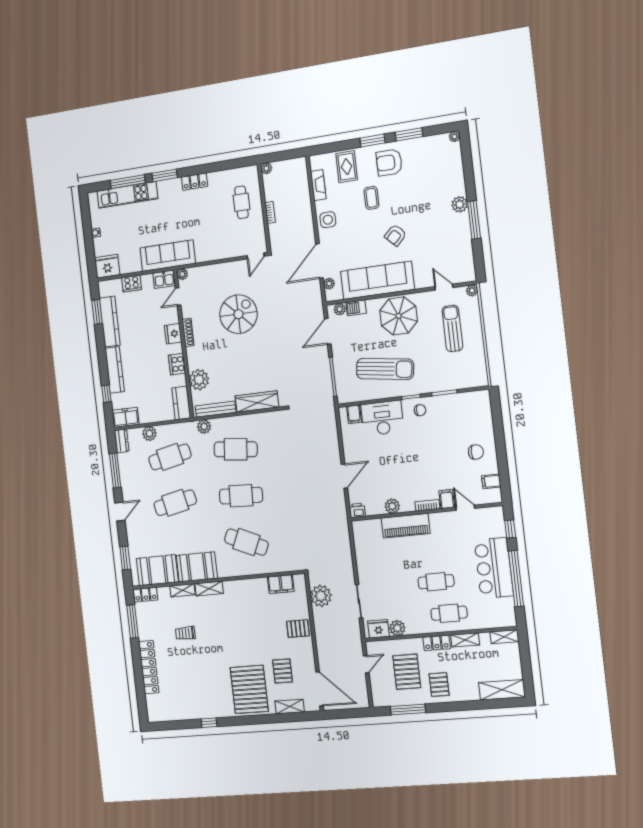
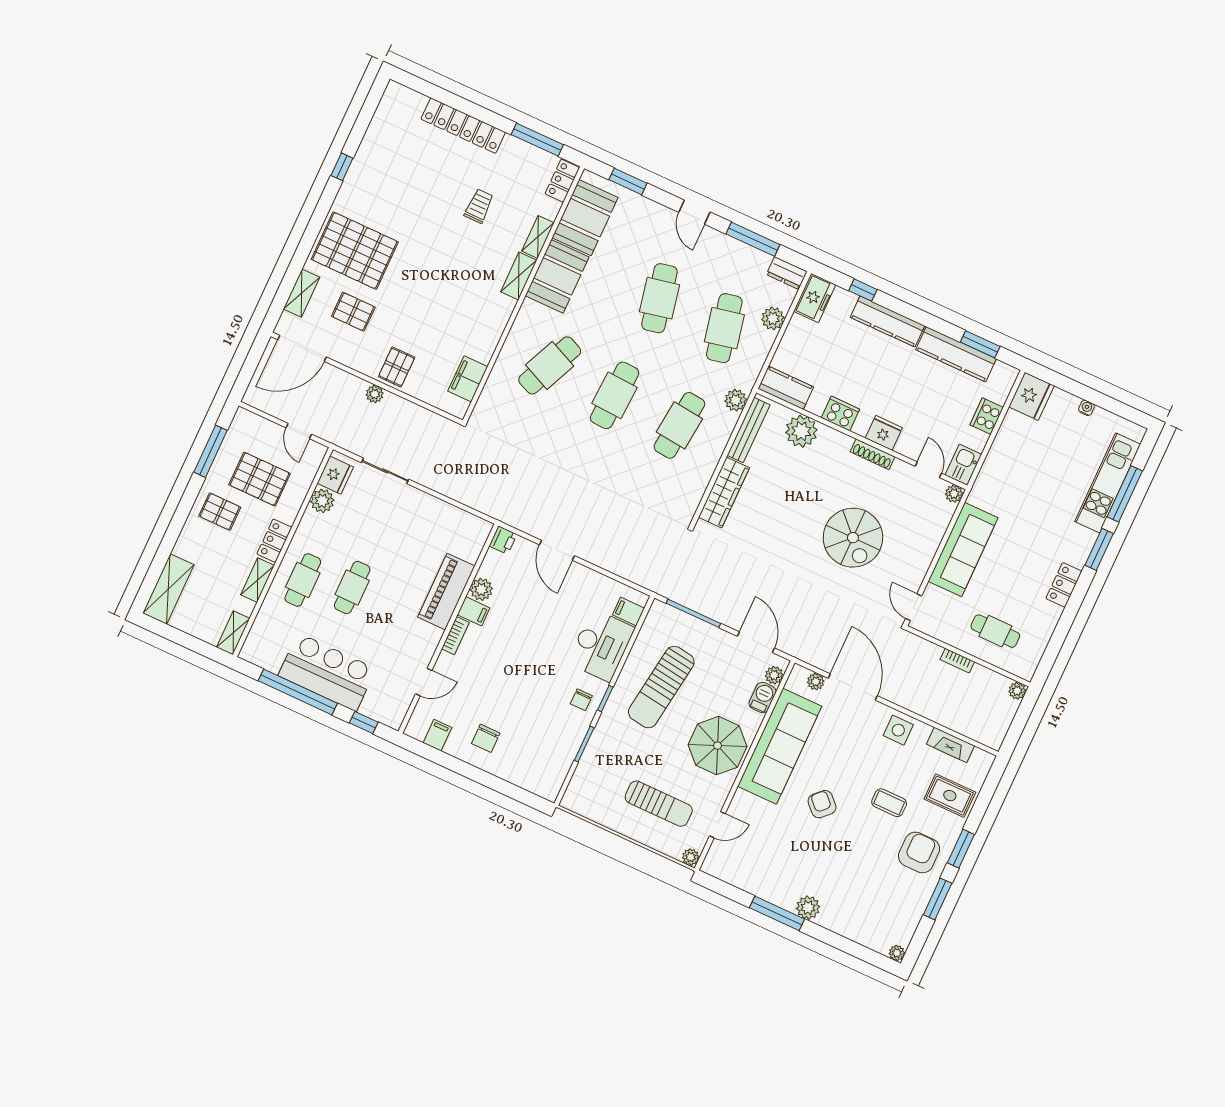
sofa: (168, 256) -> (963, 550), moved
filing cabinet: (447, 499) -> (474, 611), moved
plant: (321, 596) -> (375, 394), moved, width x0.53, depth x0.53

